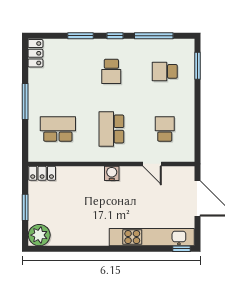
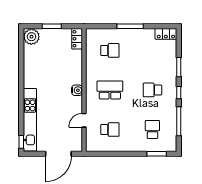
school desk: (58, 129) -> (110, 50), width x0.54

